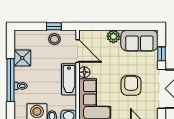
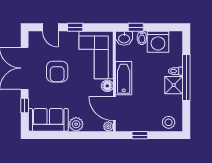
plant: (83, 34) -> (108, 126), added
stool: (54, 39) -> (169, 122), moved
shower: (22, 58) -> (174, 85), moved

